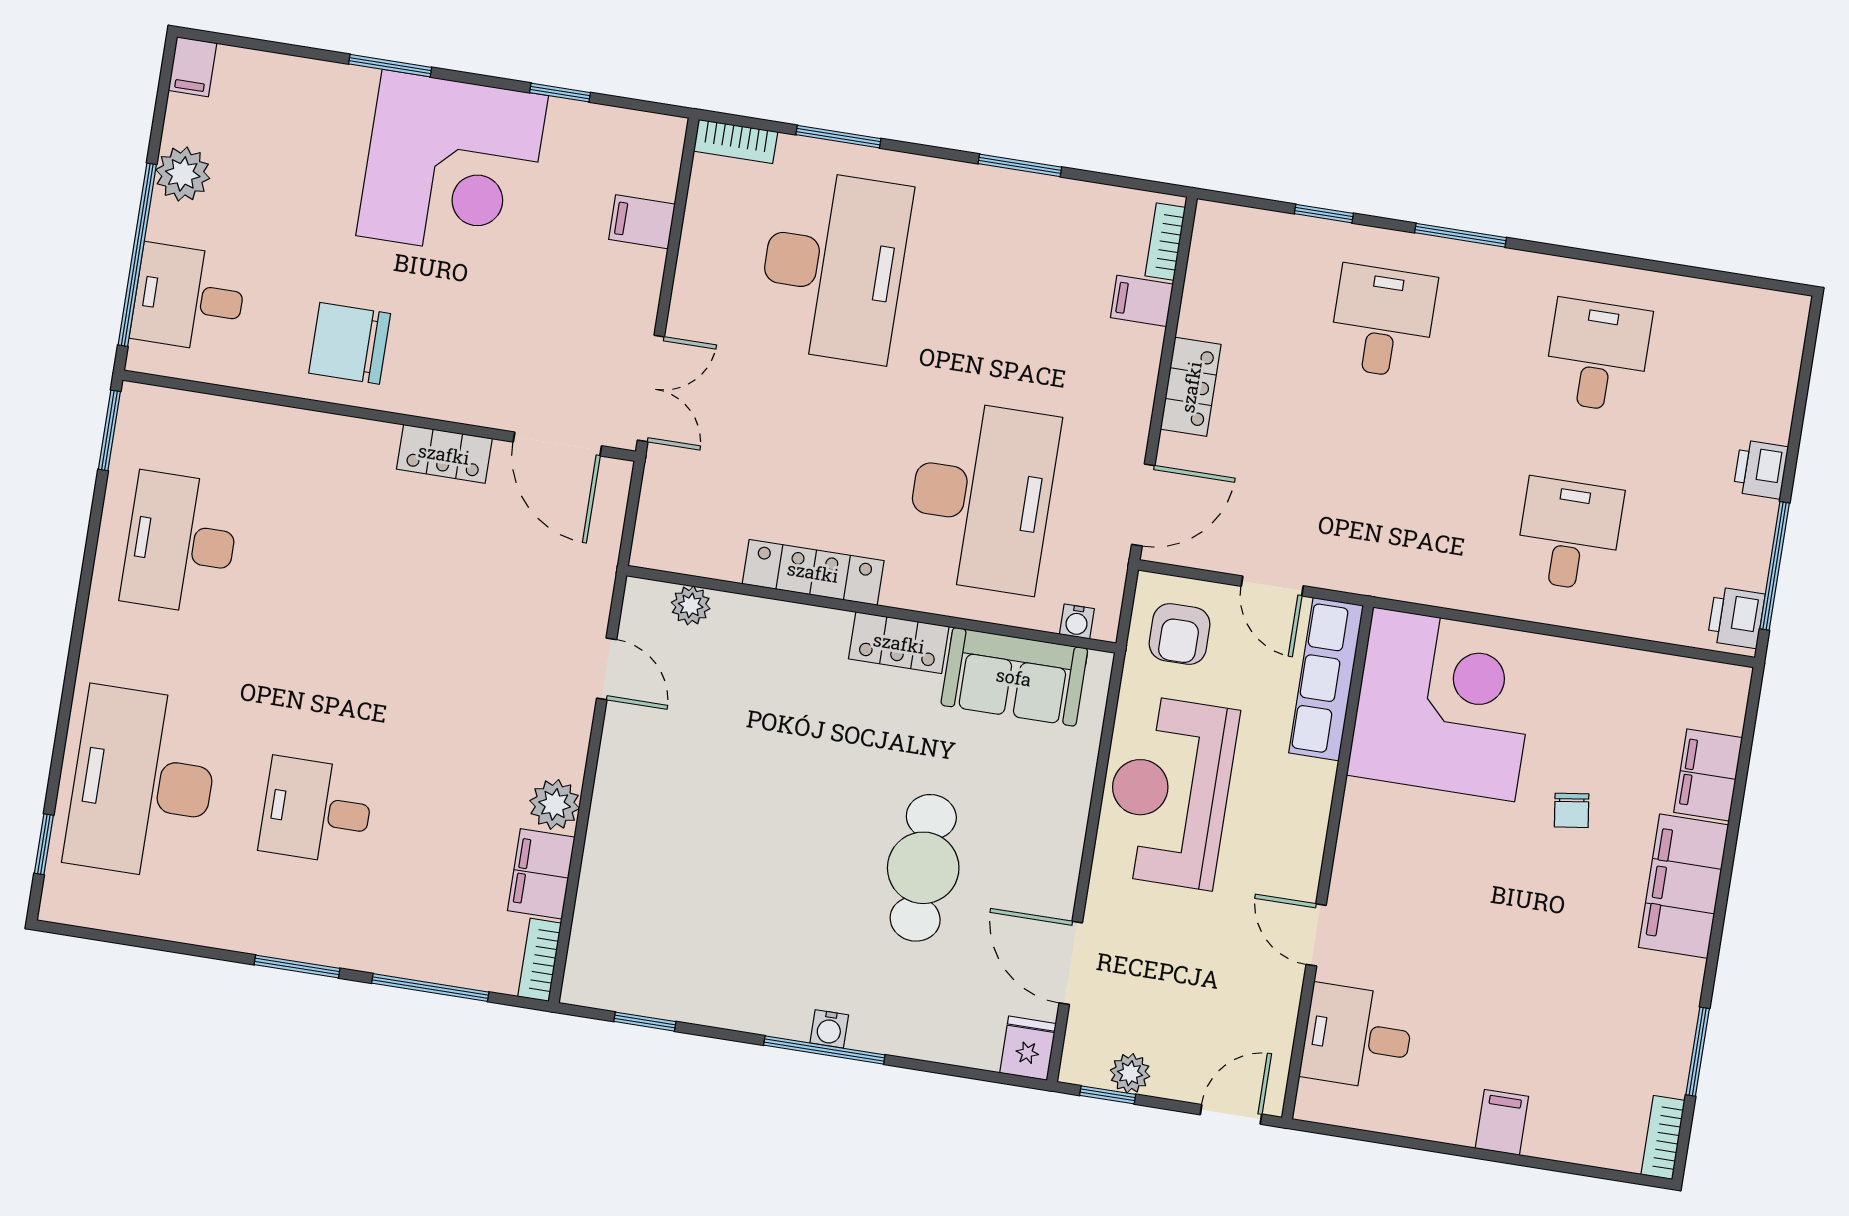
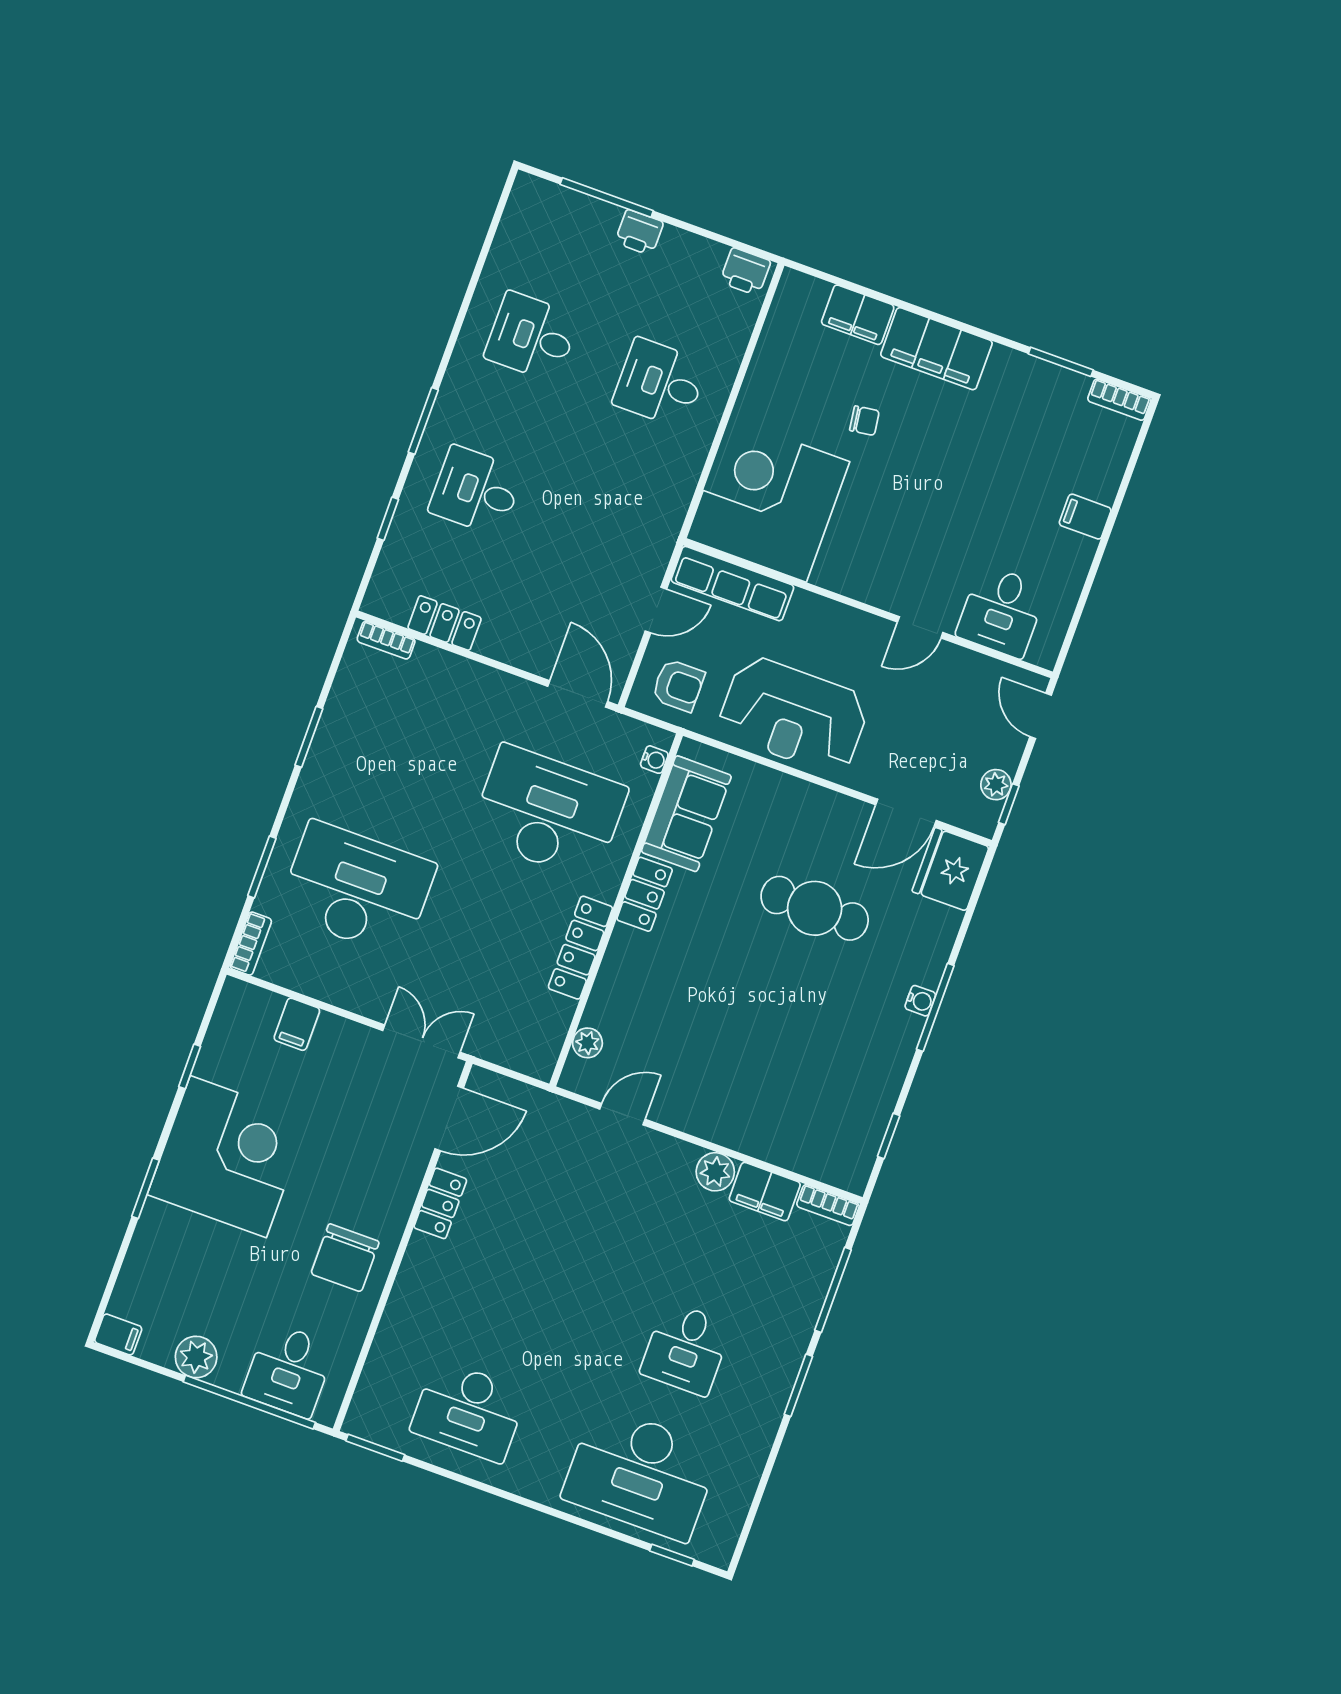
filing cabinet: (1142, 301) -> (427, 666), removed
locker: (1191, 387) -> (445, 623), moved
window: (1775, 566) -> (607, 197), moved
fridge: (1028, 1048) -> (950, 869), width x1.88, depth x1.34

